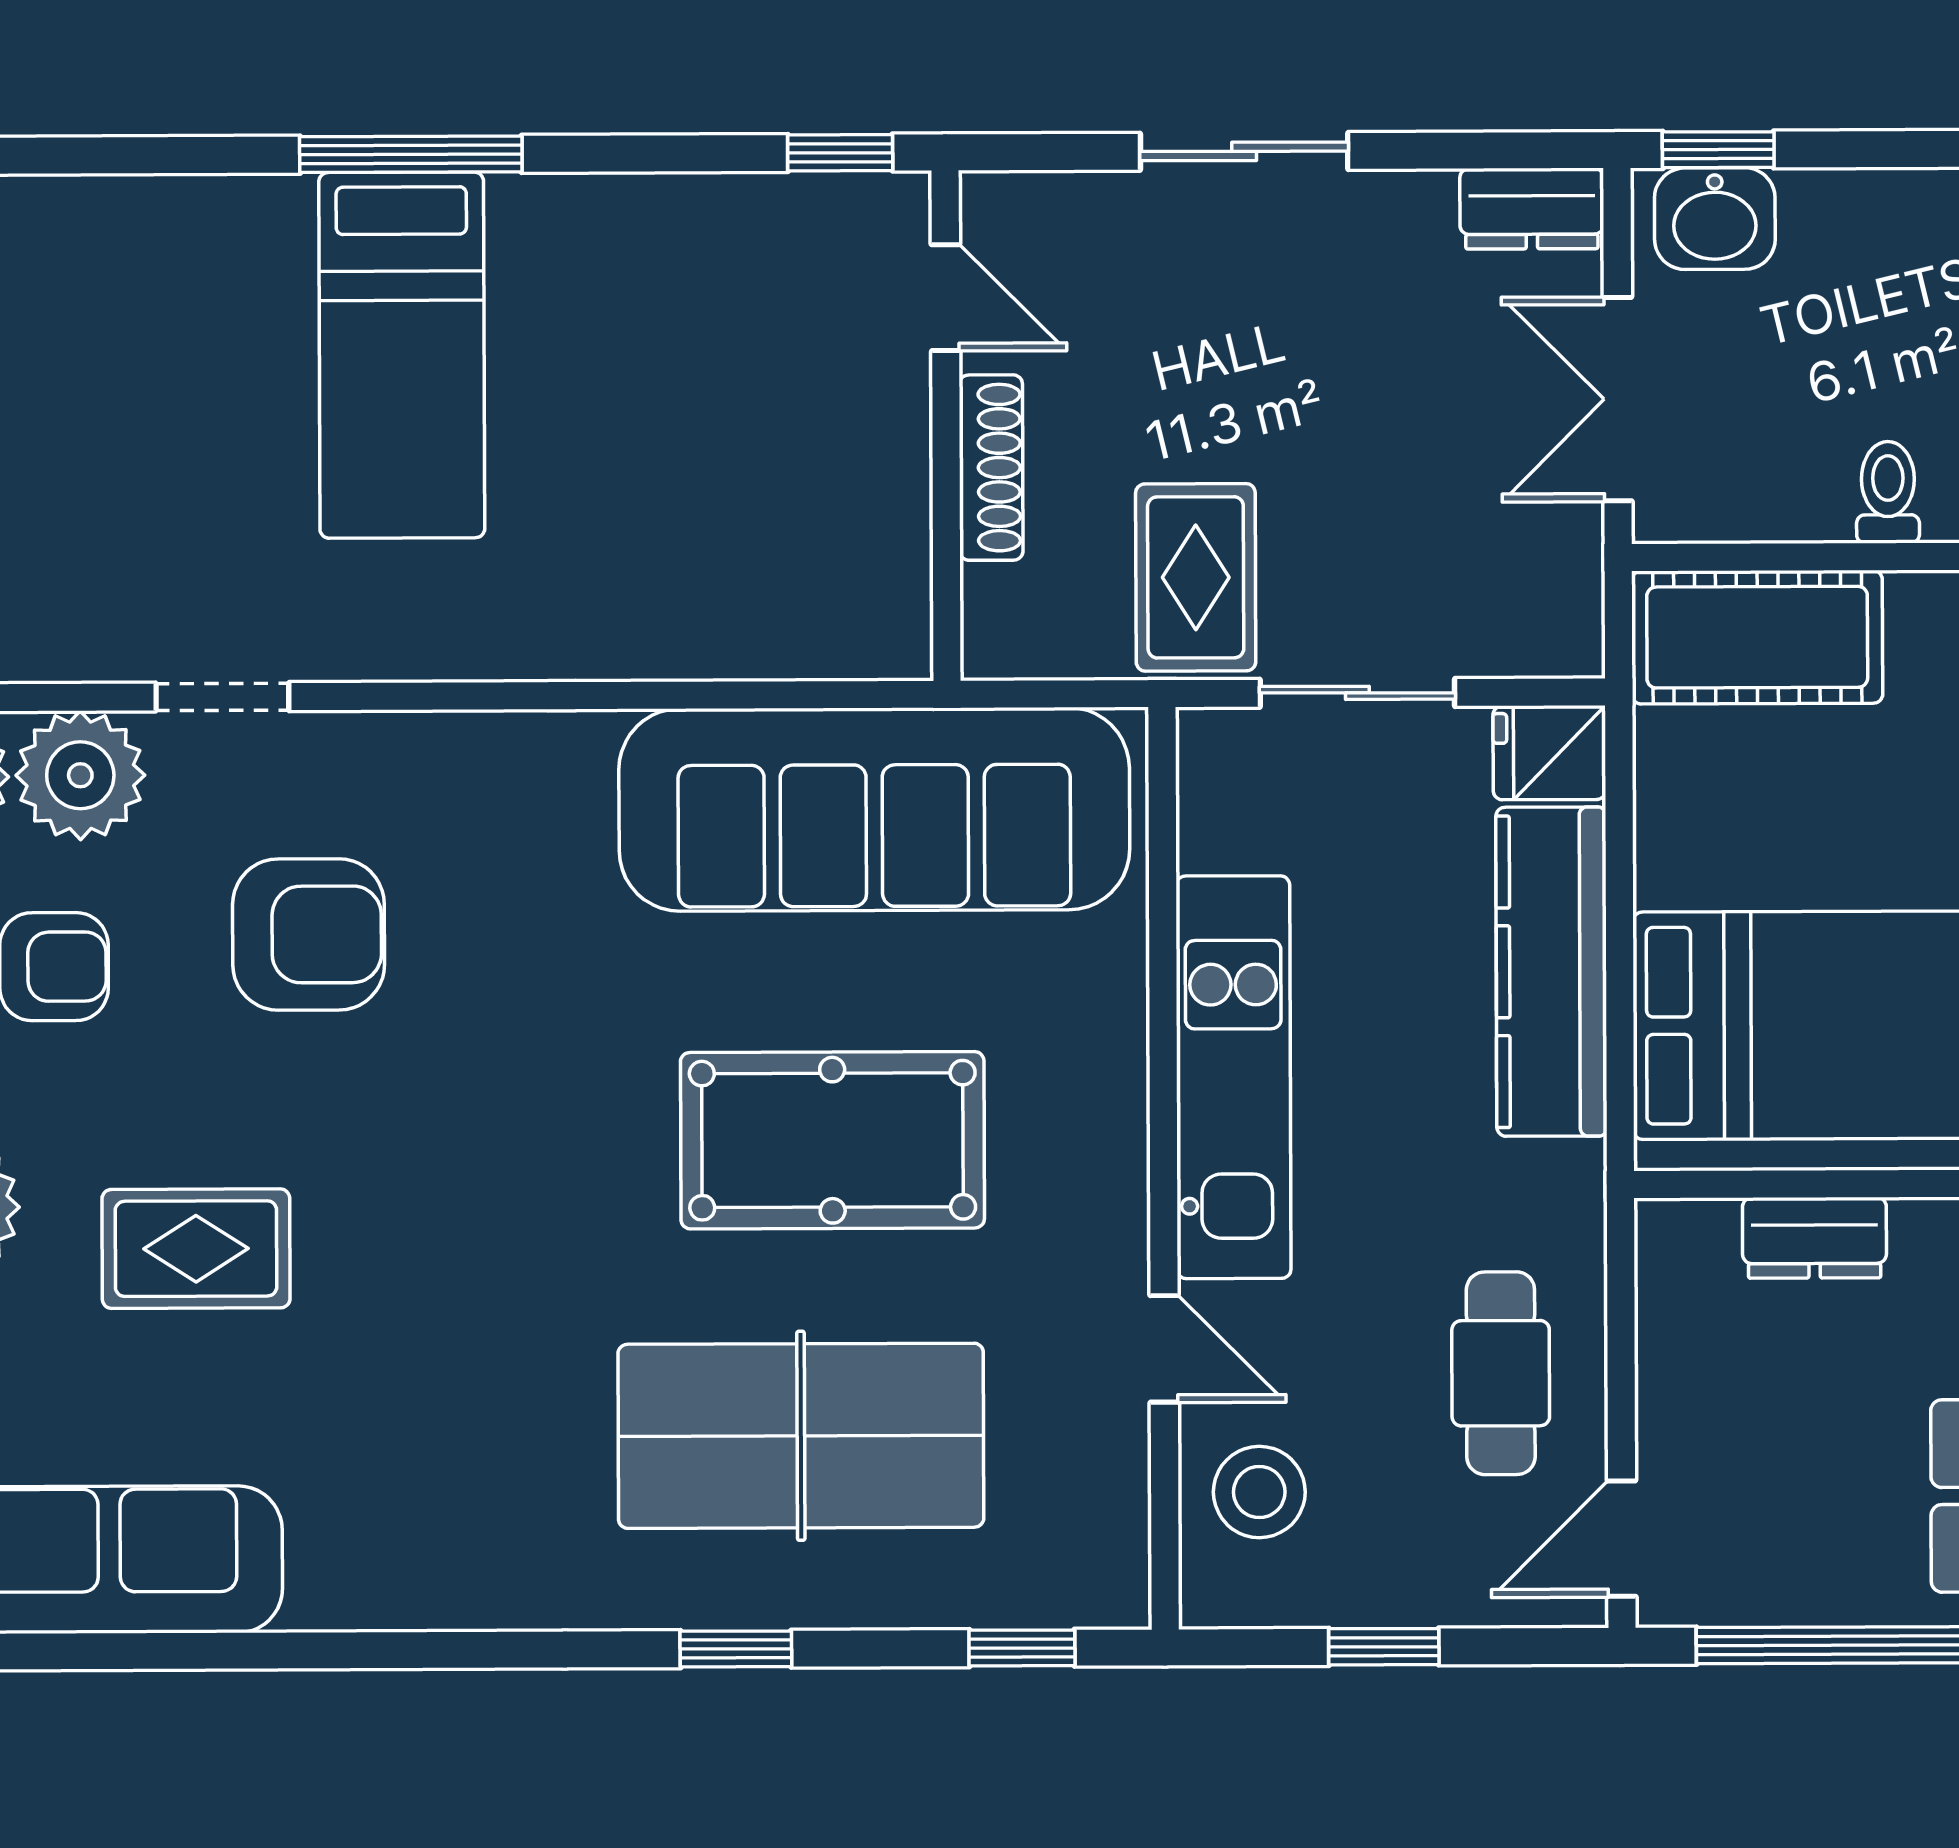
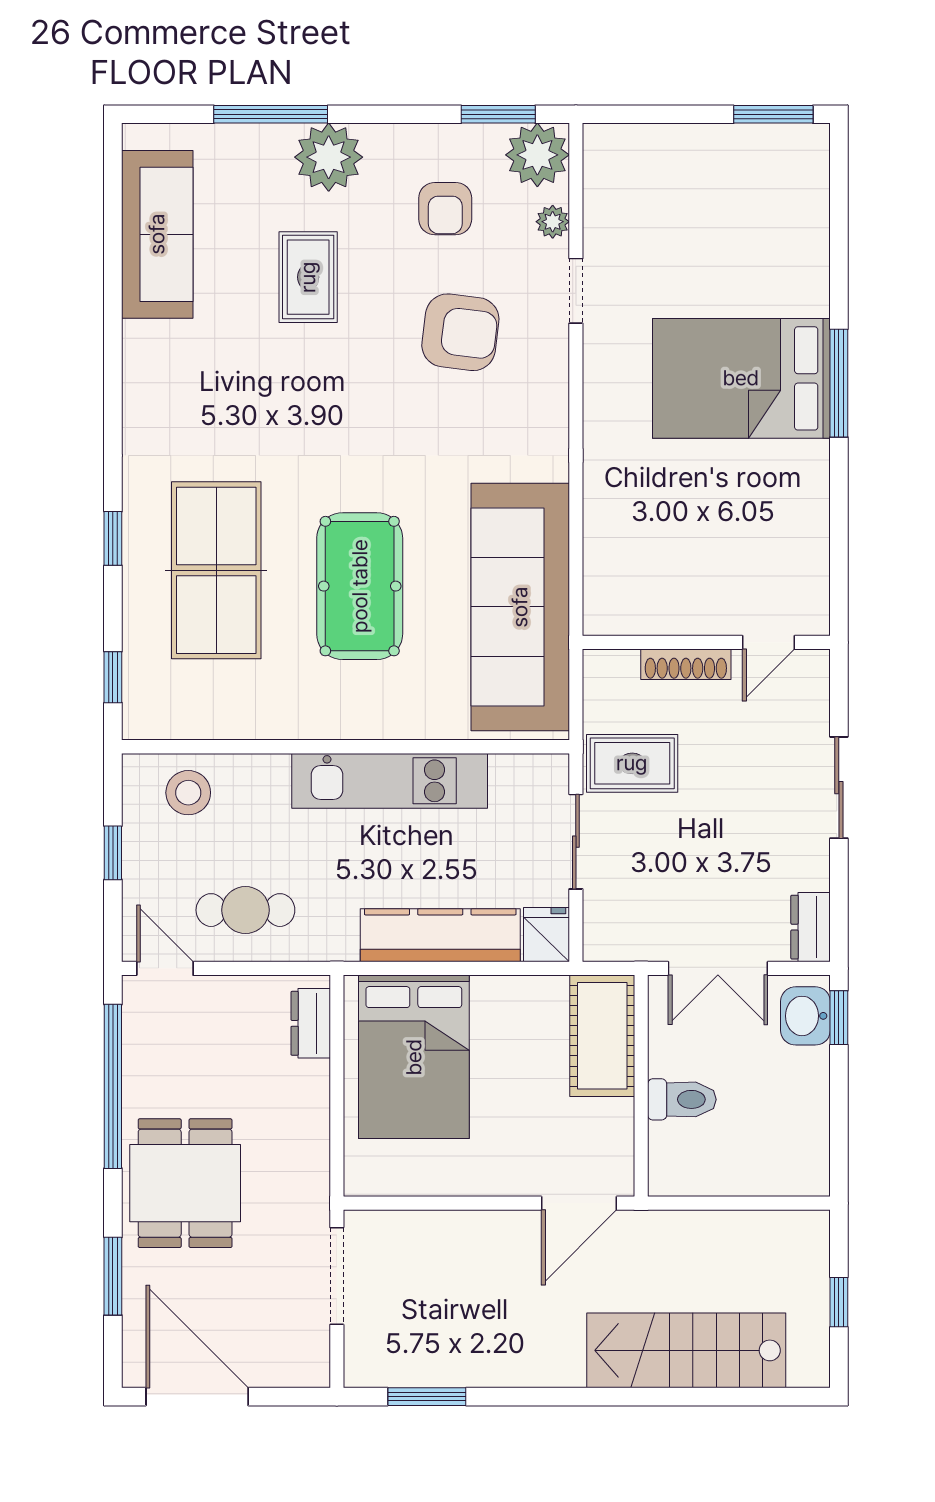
window: (840, 153) -> (839, 592), removed
bed: (402, 355) -> (741, 378), width x1.50
double door: (1618, 399) -> (718, 968), swing flipped
toilet: (1888, 492) -> (682, 1099), width x1.37, depth x1.39
plant: (80, 775) -> (553, 222), width x0.53, depth x0.53
armchair: (309, 934) -> (460, 332), turned -83
dresser: (1814, 1238) -> (311, 1023), moved
door: (1164, 1349) -> (258, 747), removed

